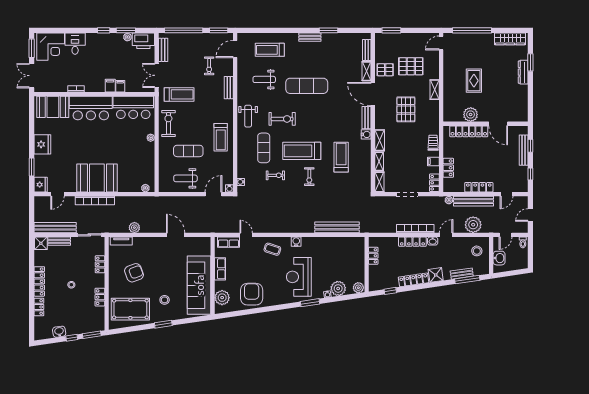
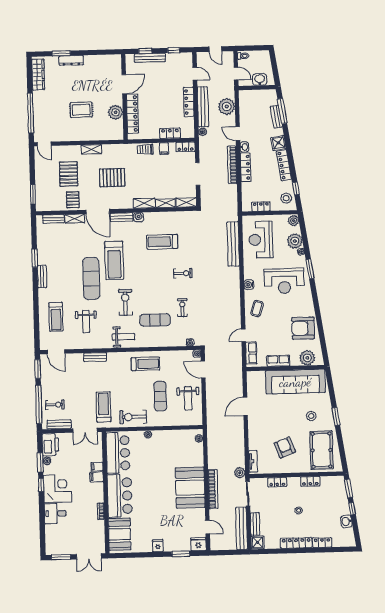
corner desk: (51, 47) -> (58, 489), moved
exercise bike: (209, 66) -> (55, 405), moved
door: (373, 94) -> (98, 212), hinge flipped
fridge: (42, 144) -> (158, 546), width x0.53, depth x0.75
treadmill: (302, 151) -> (114, 260), moved
plant: (134, 228) -> (240, 473), moved
stool: (477, 251) -> (286, 198), moved
reception desk: (340, 255) -> (261, 240), added

